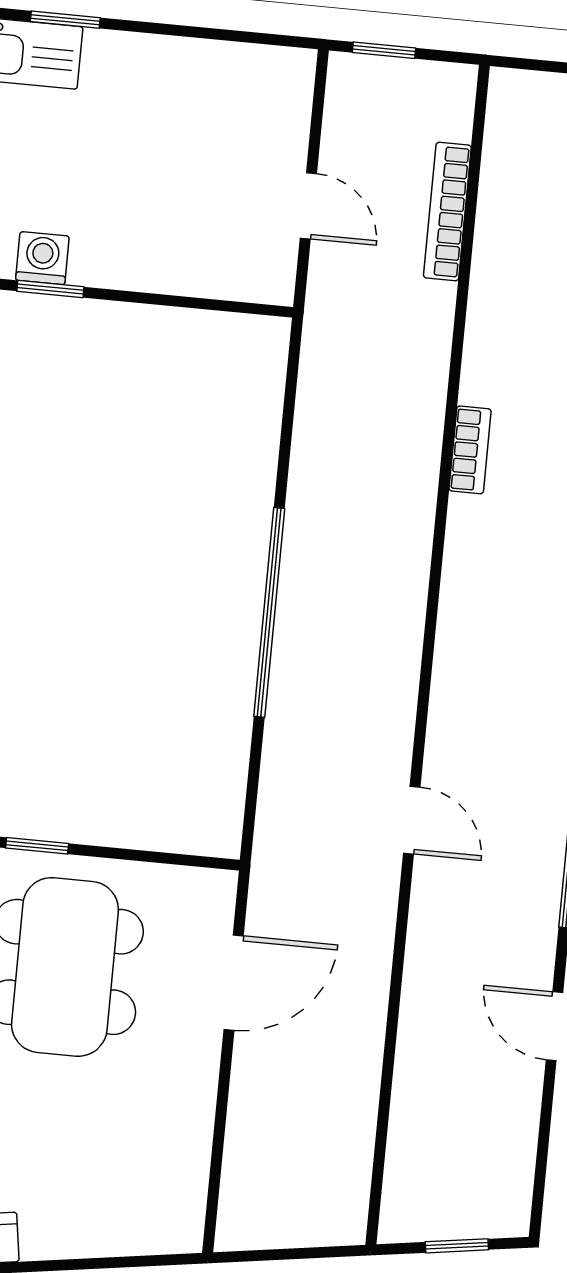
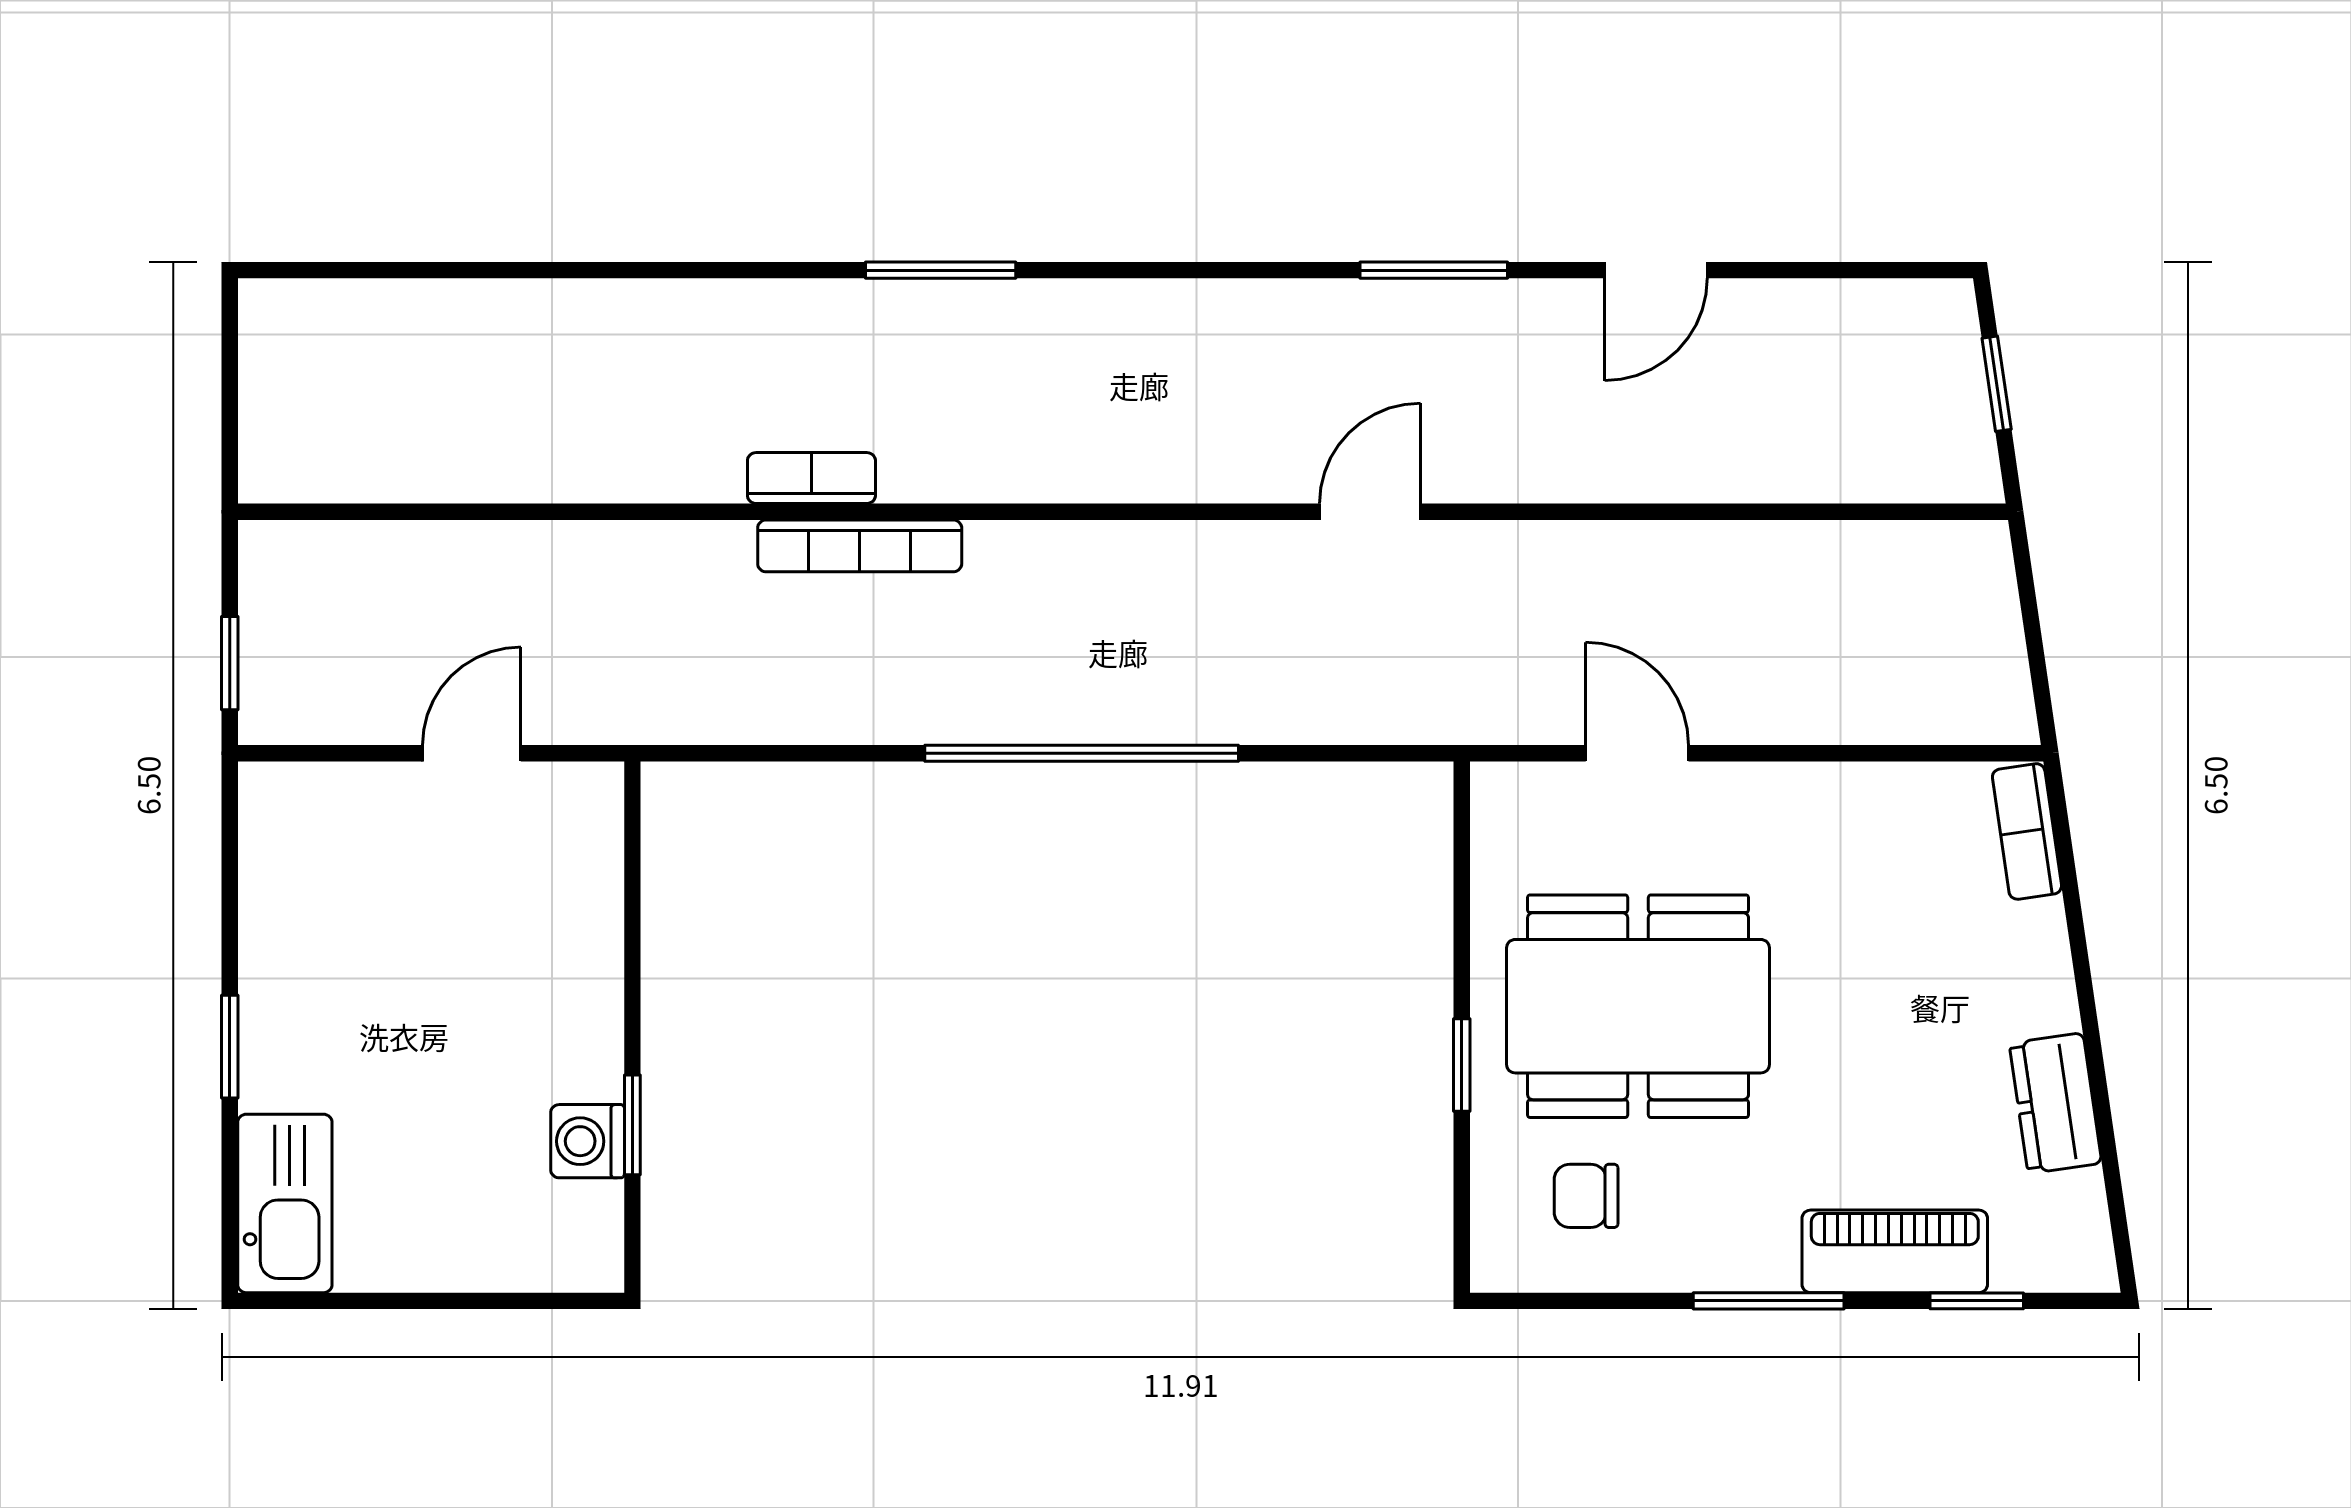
window: (65, 20) -> (230, 1047), moved
bookcase: (447, 212) -> (860, 546), moved
door: (234, 983) -> (1637, 753), width x0.73
bookcase: (156, 1237) -> (2027, 831), added

